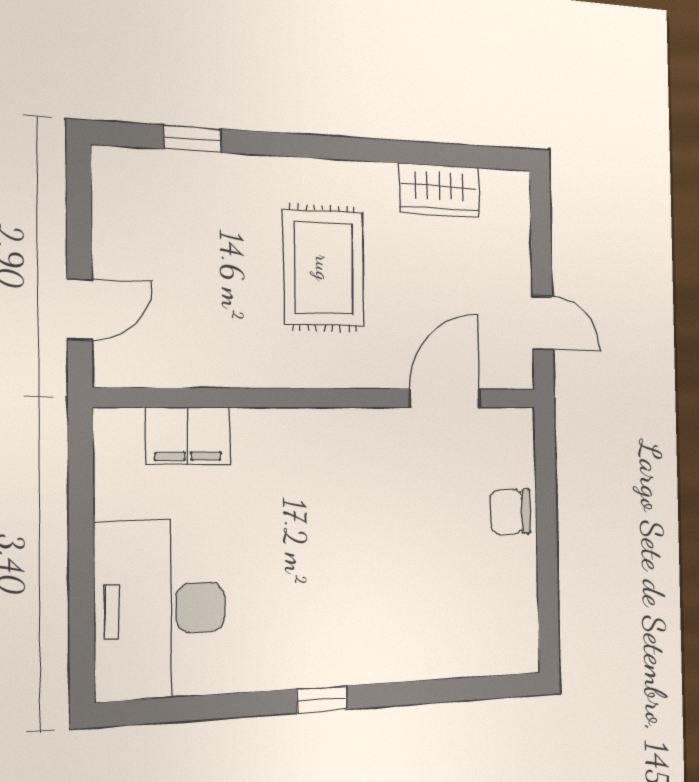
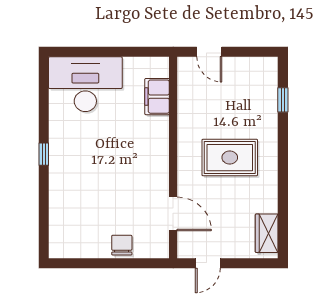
wardrobe: (439, 190) -> (267, 233), moved

